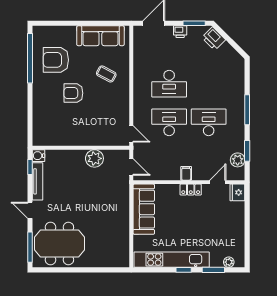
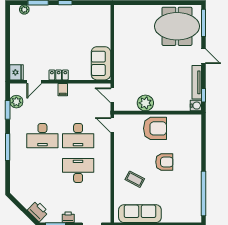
armchair: (56, 60) -> (155, 128), moved
sofa: (144, 209) -> (101, 63), width x0.73
kitchen unit: (172, 260) -> (76, 12), removed

